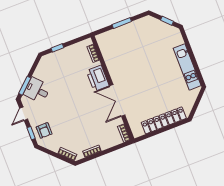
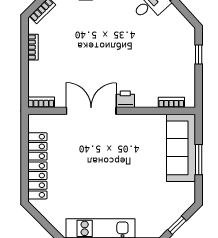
sofa: (119, 37) -> (181, 148), added
printer: (98, 78) -> (125, 99), width x0.53, depth x0.68

